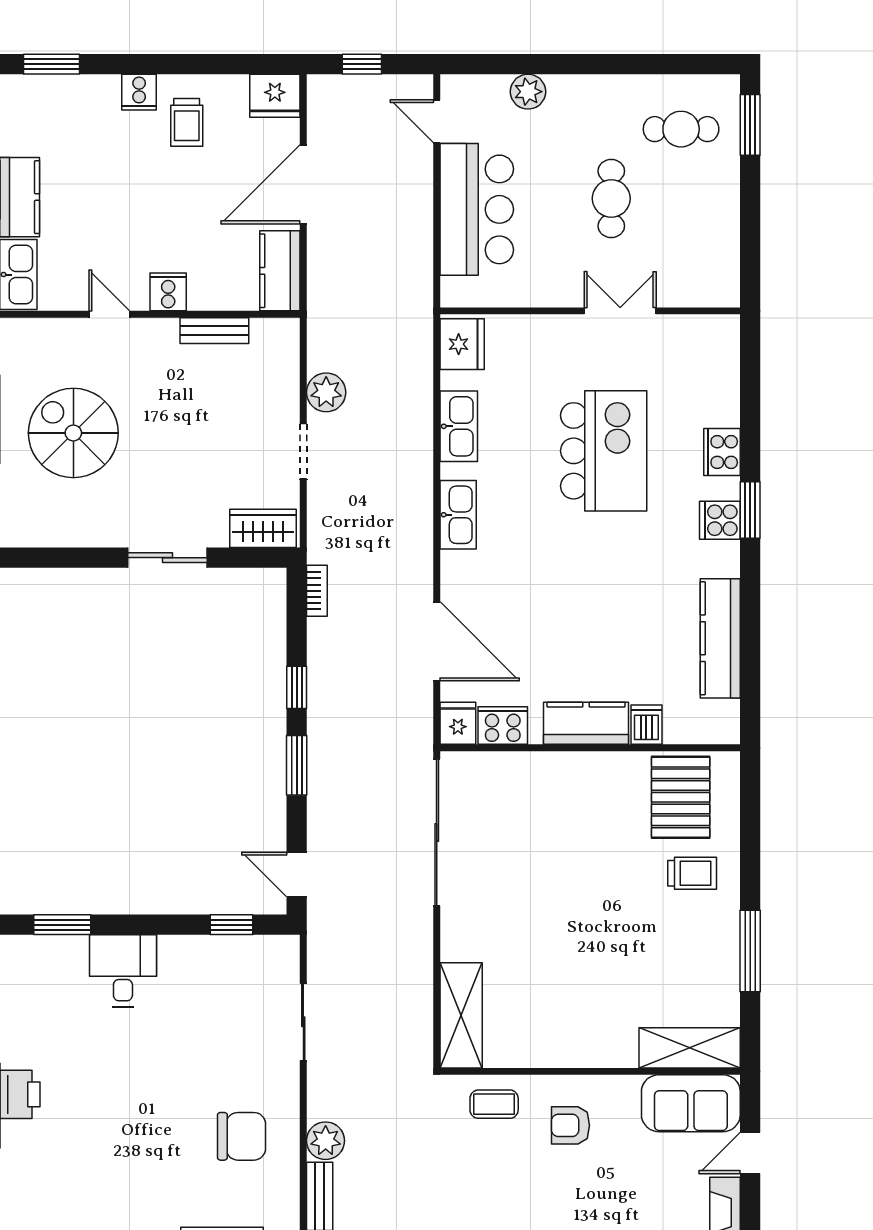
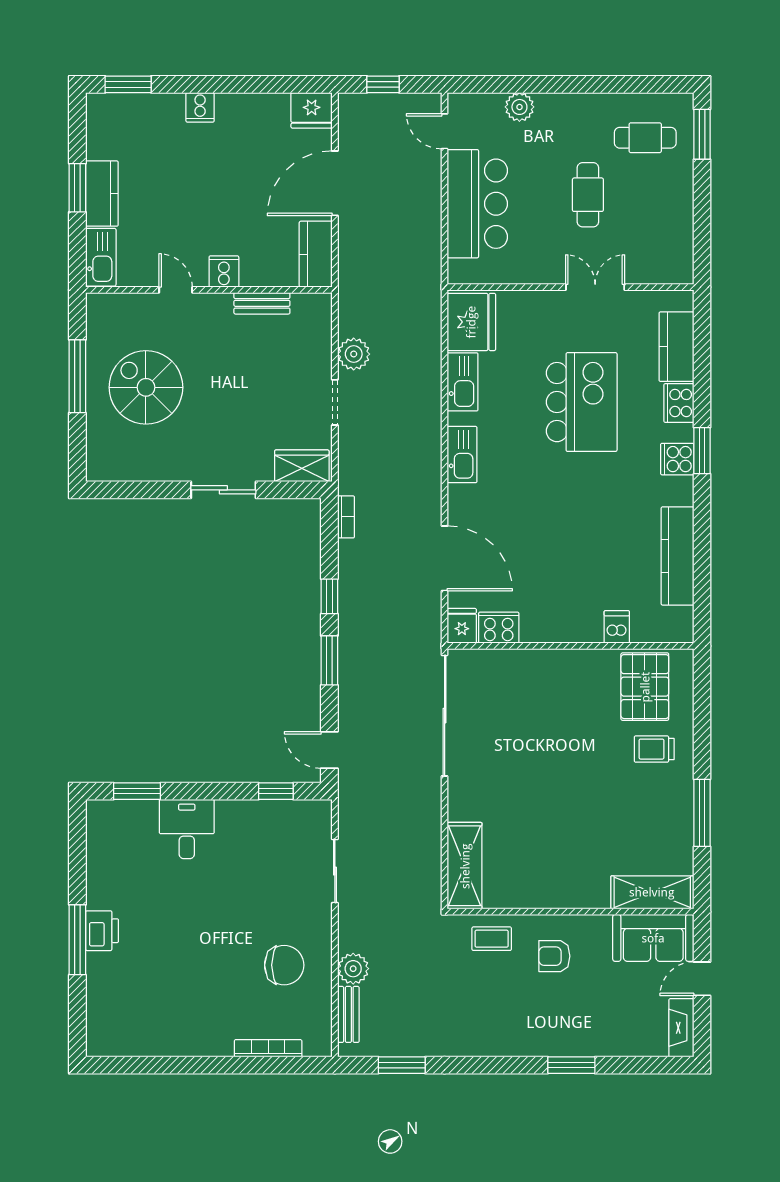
trolley: (187, 122) -> (239, 132), removed
fridge: (462, 344) -> (471, 322), width x1.36, depth x1.34
kitchen counter: (586, 723) -> (676, 347), moved, turned -90
trolley: (692, 873) -> (654, 749), turned 180

